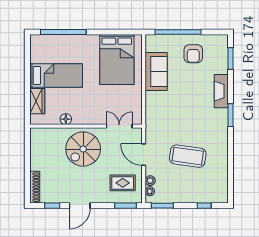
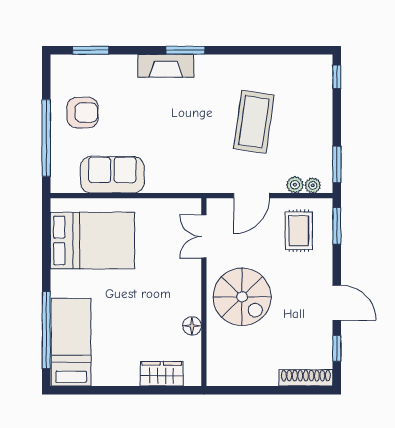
bed: (56, 75) -> (71, 342), moved
fireplace: (221, 91) -> (166, 66), moved
window: (204, 206) -> (337, 77), moved

